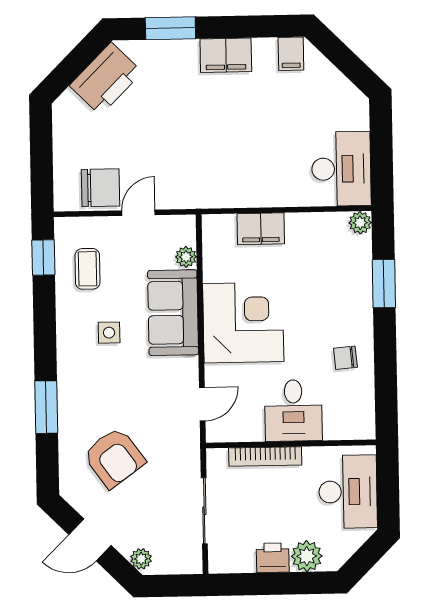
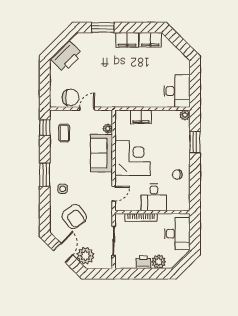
filing cabinet: (291, 54) -> (150, 40), width x2.00
printer: (106, 79) -> (67, 57), moved
side table: (109, 333) -> (63, 189), moved
window: (46, 407) -> (45, 175), moved
door: (90, 540) -> (63, 253), swing flipped
plant: (141, 559) -> (85, 256), width x1.88, depth x1.88

